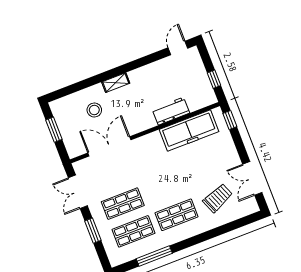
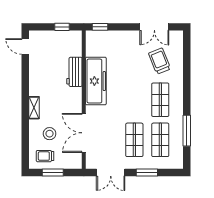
trolley: (68, 114) -> (45, 156), added
freezer: (189, 131) -> (96, 81), moved

